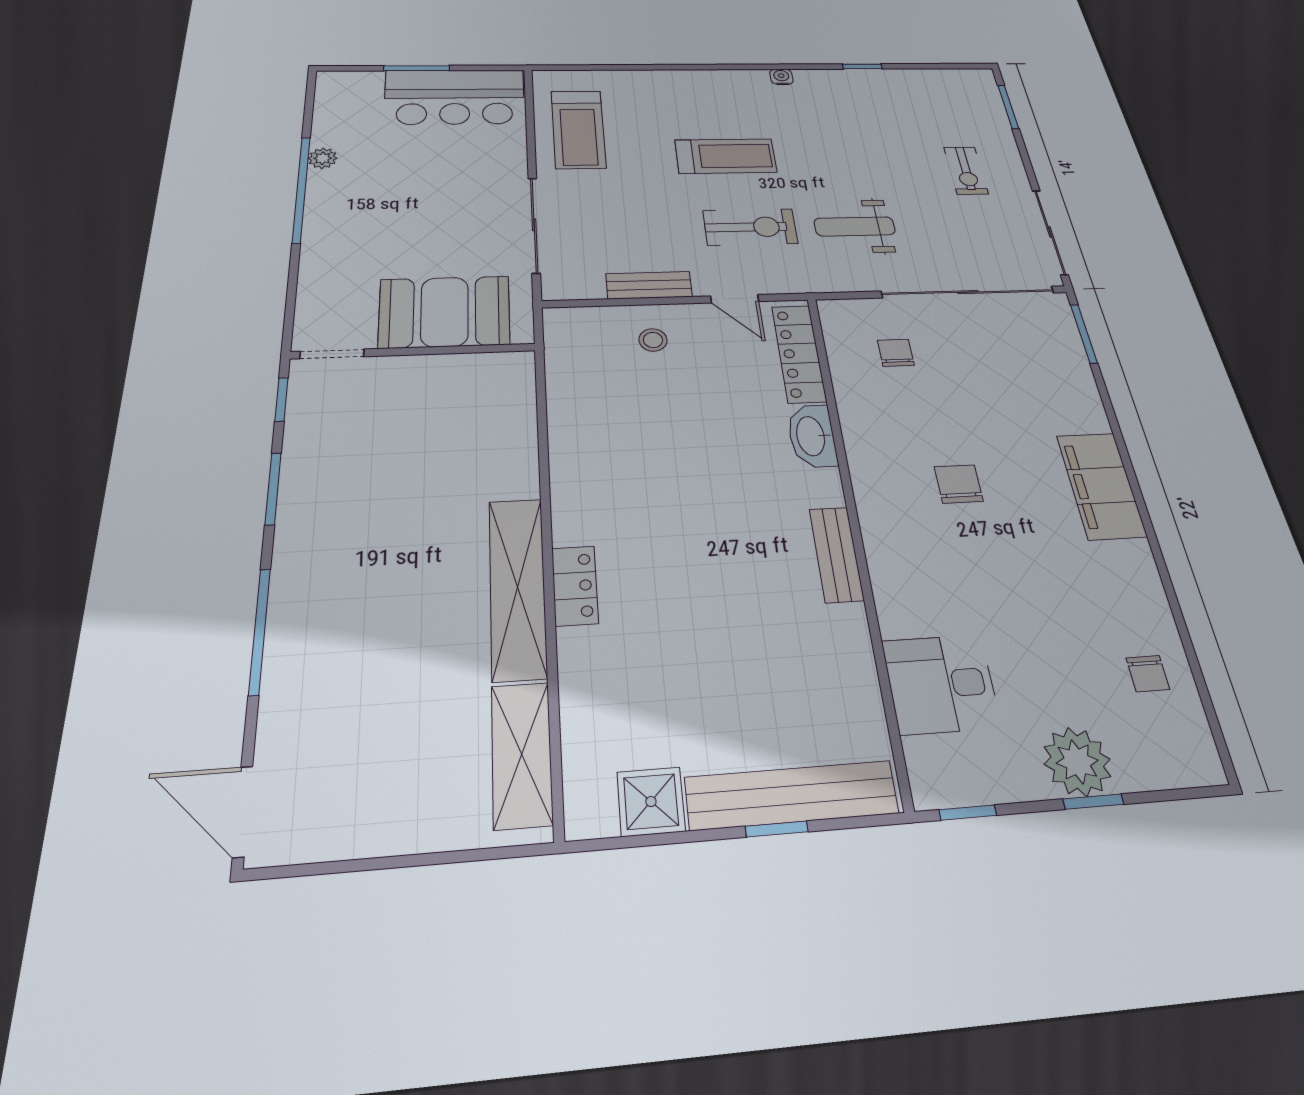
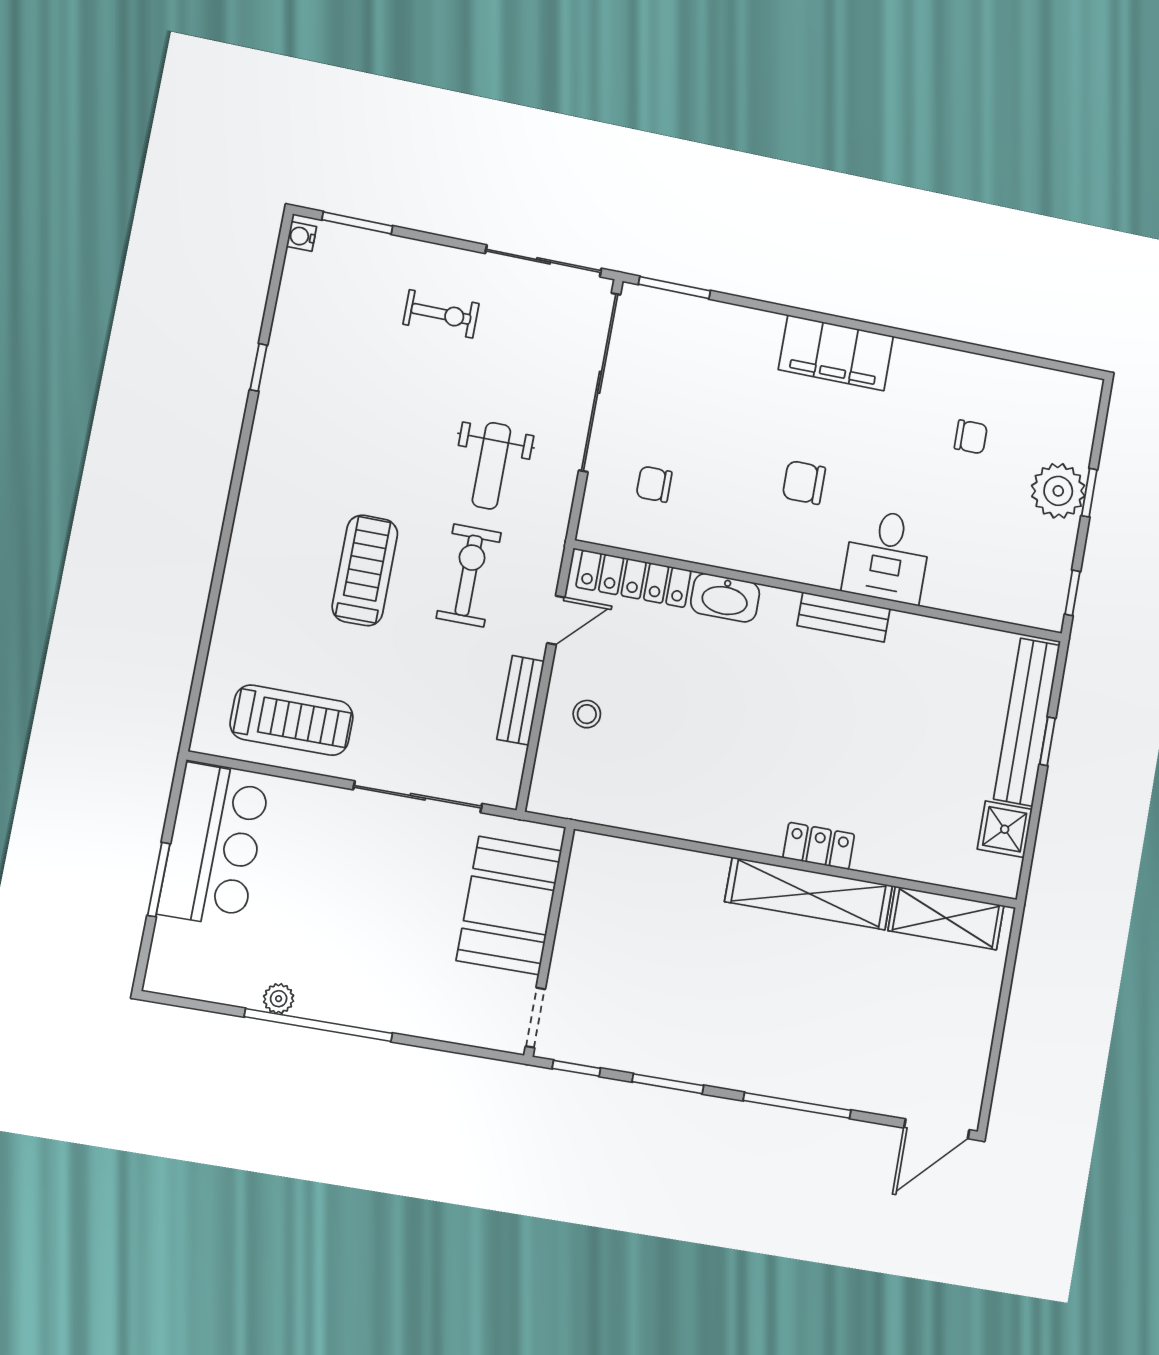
water cooler: (781, 77) -> (301, 236), moved
chair: (1148, 674) -> (971, 437), moved
desk: (941, 684) -> (887, 556), moved

